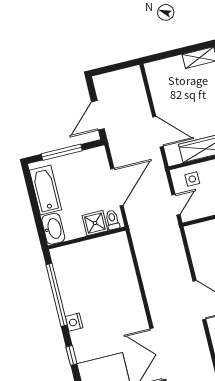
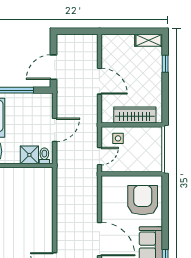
door: (158, 132) -> (99, 81), moved
door: (117, 187) -> (55, 130), width x0.73

